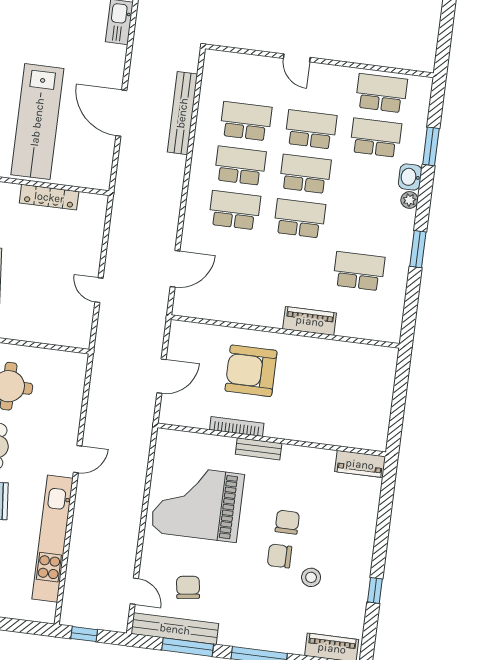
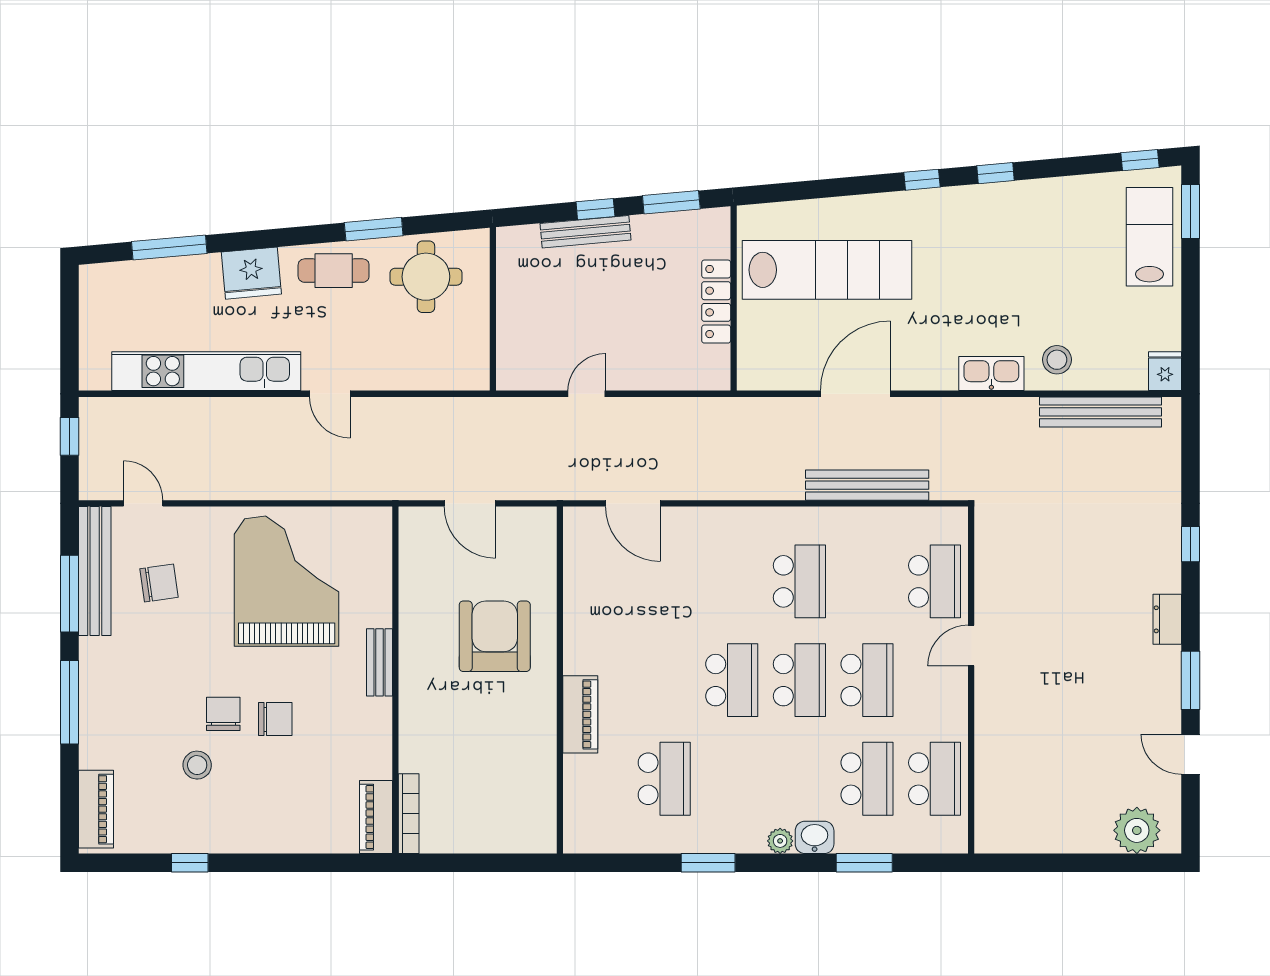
school desk: (246, 121) -> (935, 581), moved
lab bench: (37, 122) -> (827, 270), turned 180
school desk: (235, 210) -> (732, 581), removed
bookcase: (237, 426) -> (409, 814), moved
door: (134, 591) -> (143, 503), swing flipped

